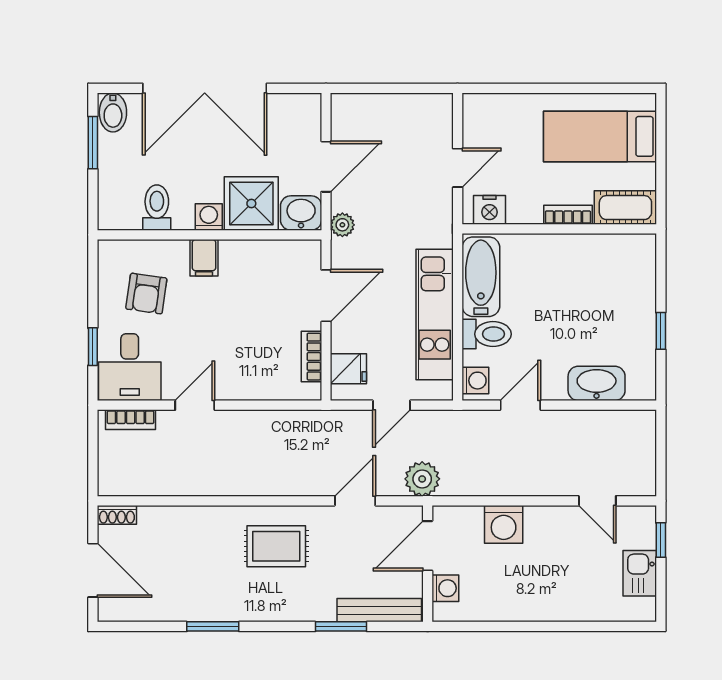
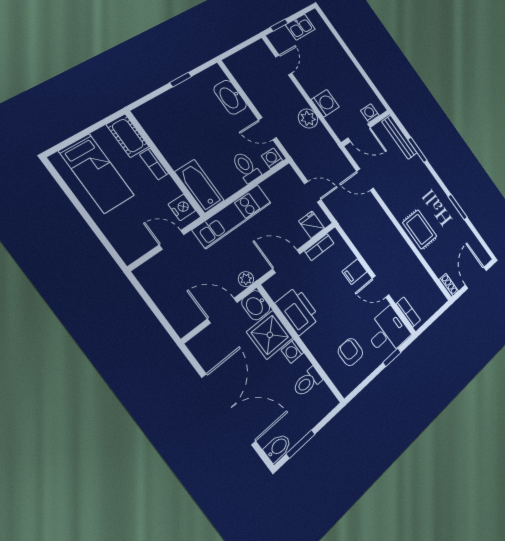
filing cabinet: (204, 258) -> (355, 272), moved, turned 180
printer: (253, 263) -> (298, 311), added
bathtub: (481, 277) -> (199, 186), moved, turned 90
armchair: (146, 294) -> (350, 352), turned -98
kitchen unit: (435, 315) -> (232, 216), moved
plant: (422, 479) -> (308, 118), moved
rug: (276, 546) -> (420, 229), moved

